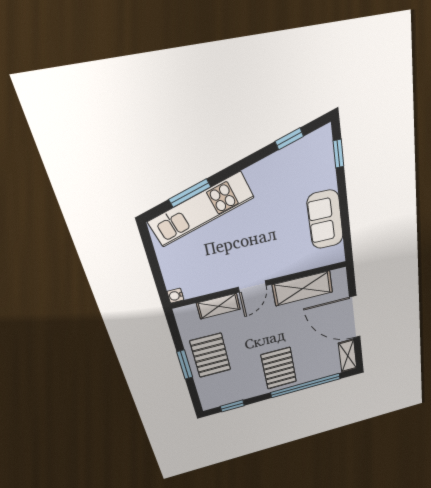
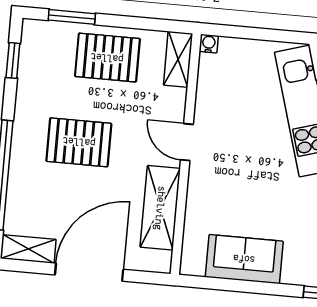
shelving: (218, 306) -> (178, 59), moved
window: (185, 365) -> (72, 17), moved
pallet: (279, 368) -> (79, 142), moved

